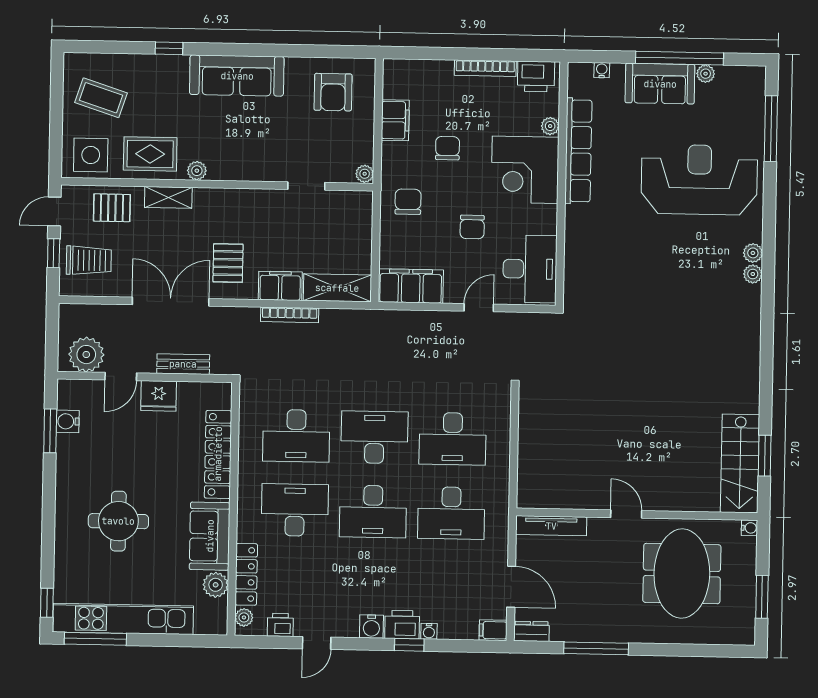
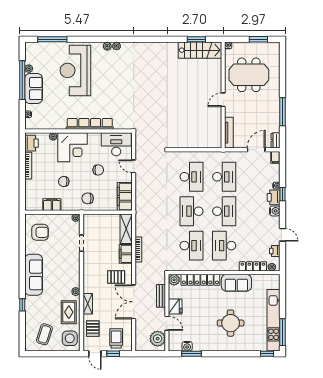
row of seats: (578, 151) -> (90, 124), moved
plant: (216, 585) -> (174, 280), moved

